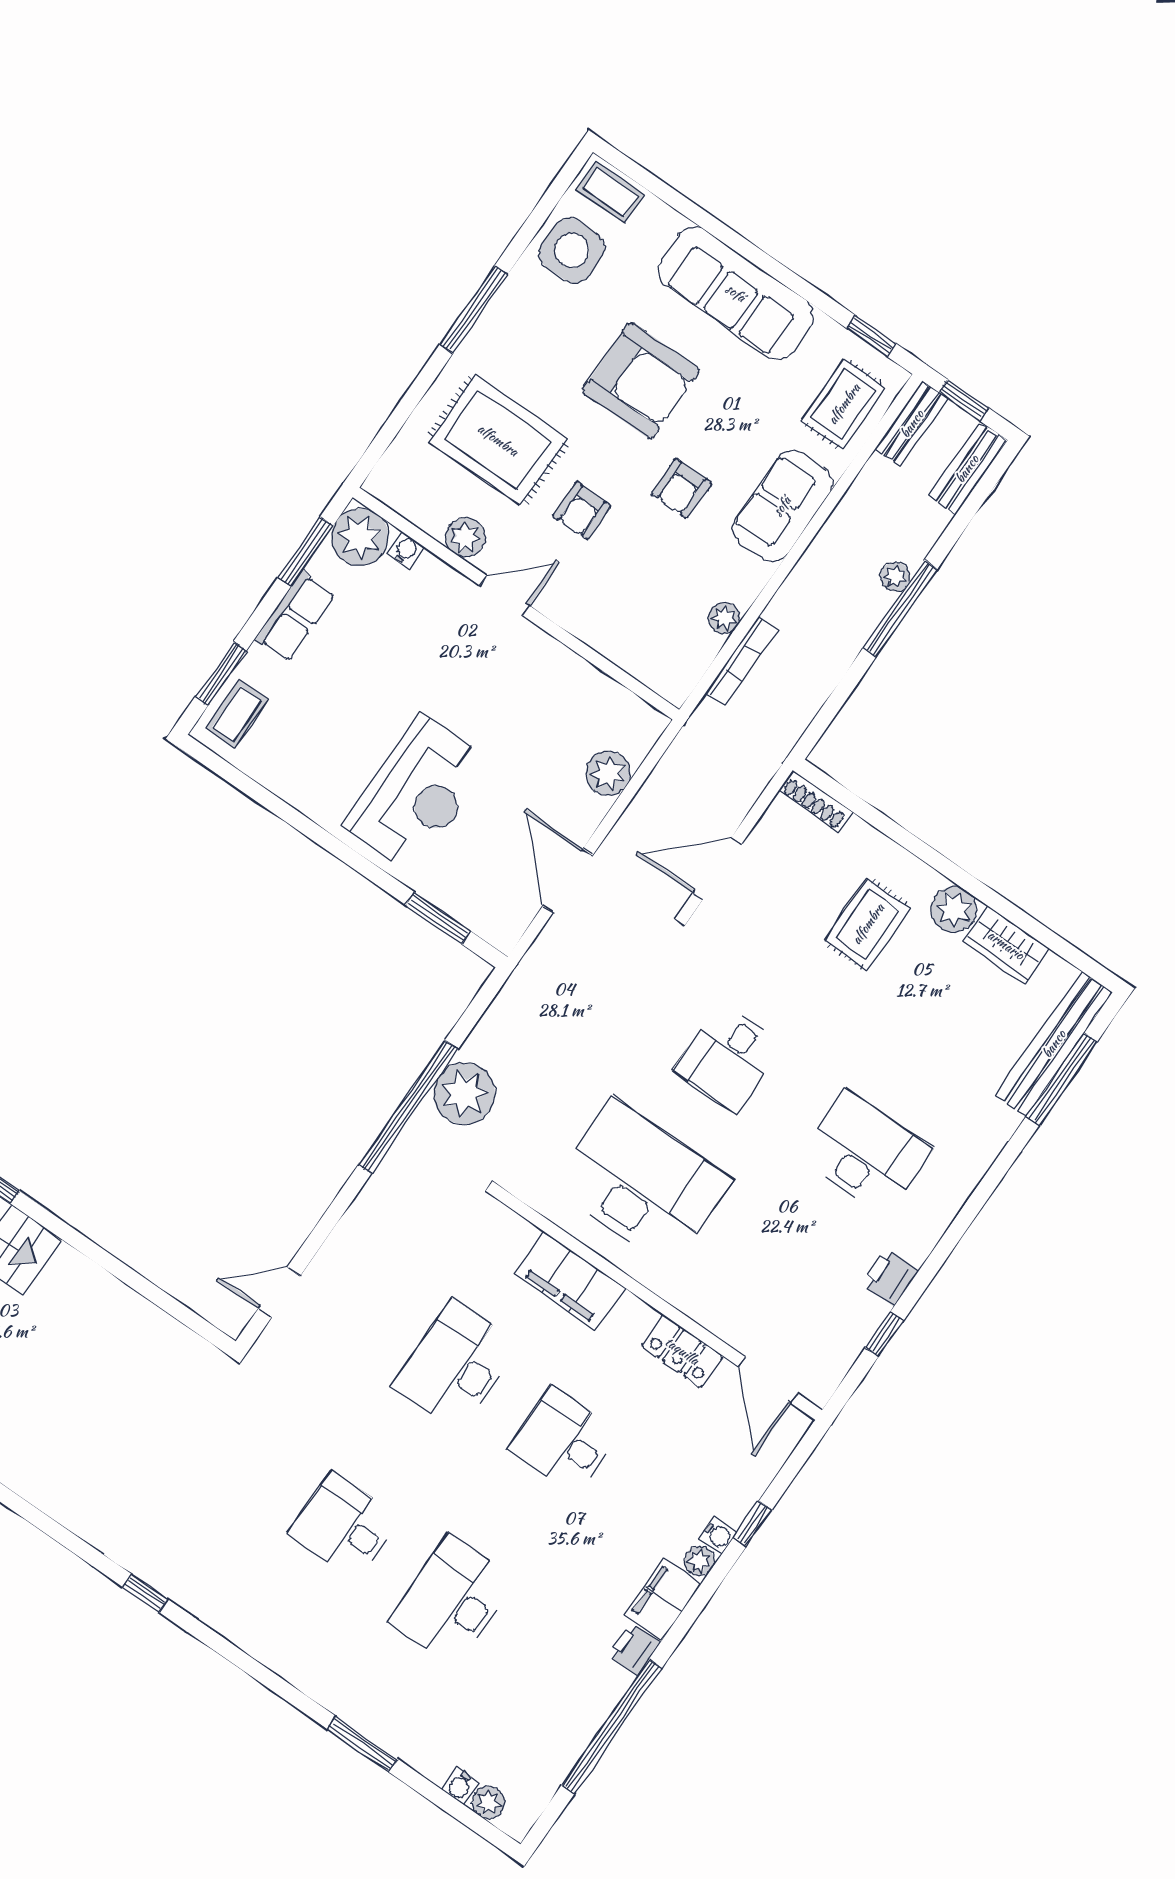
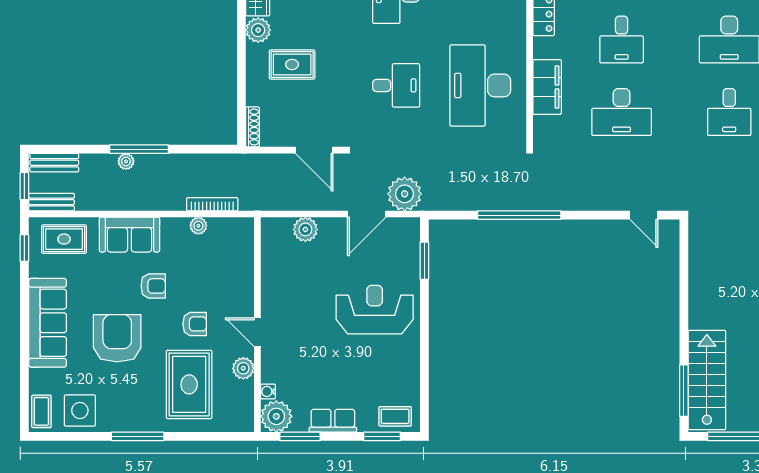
plant: (464, 1094) -> (405, 194), moved

